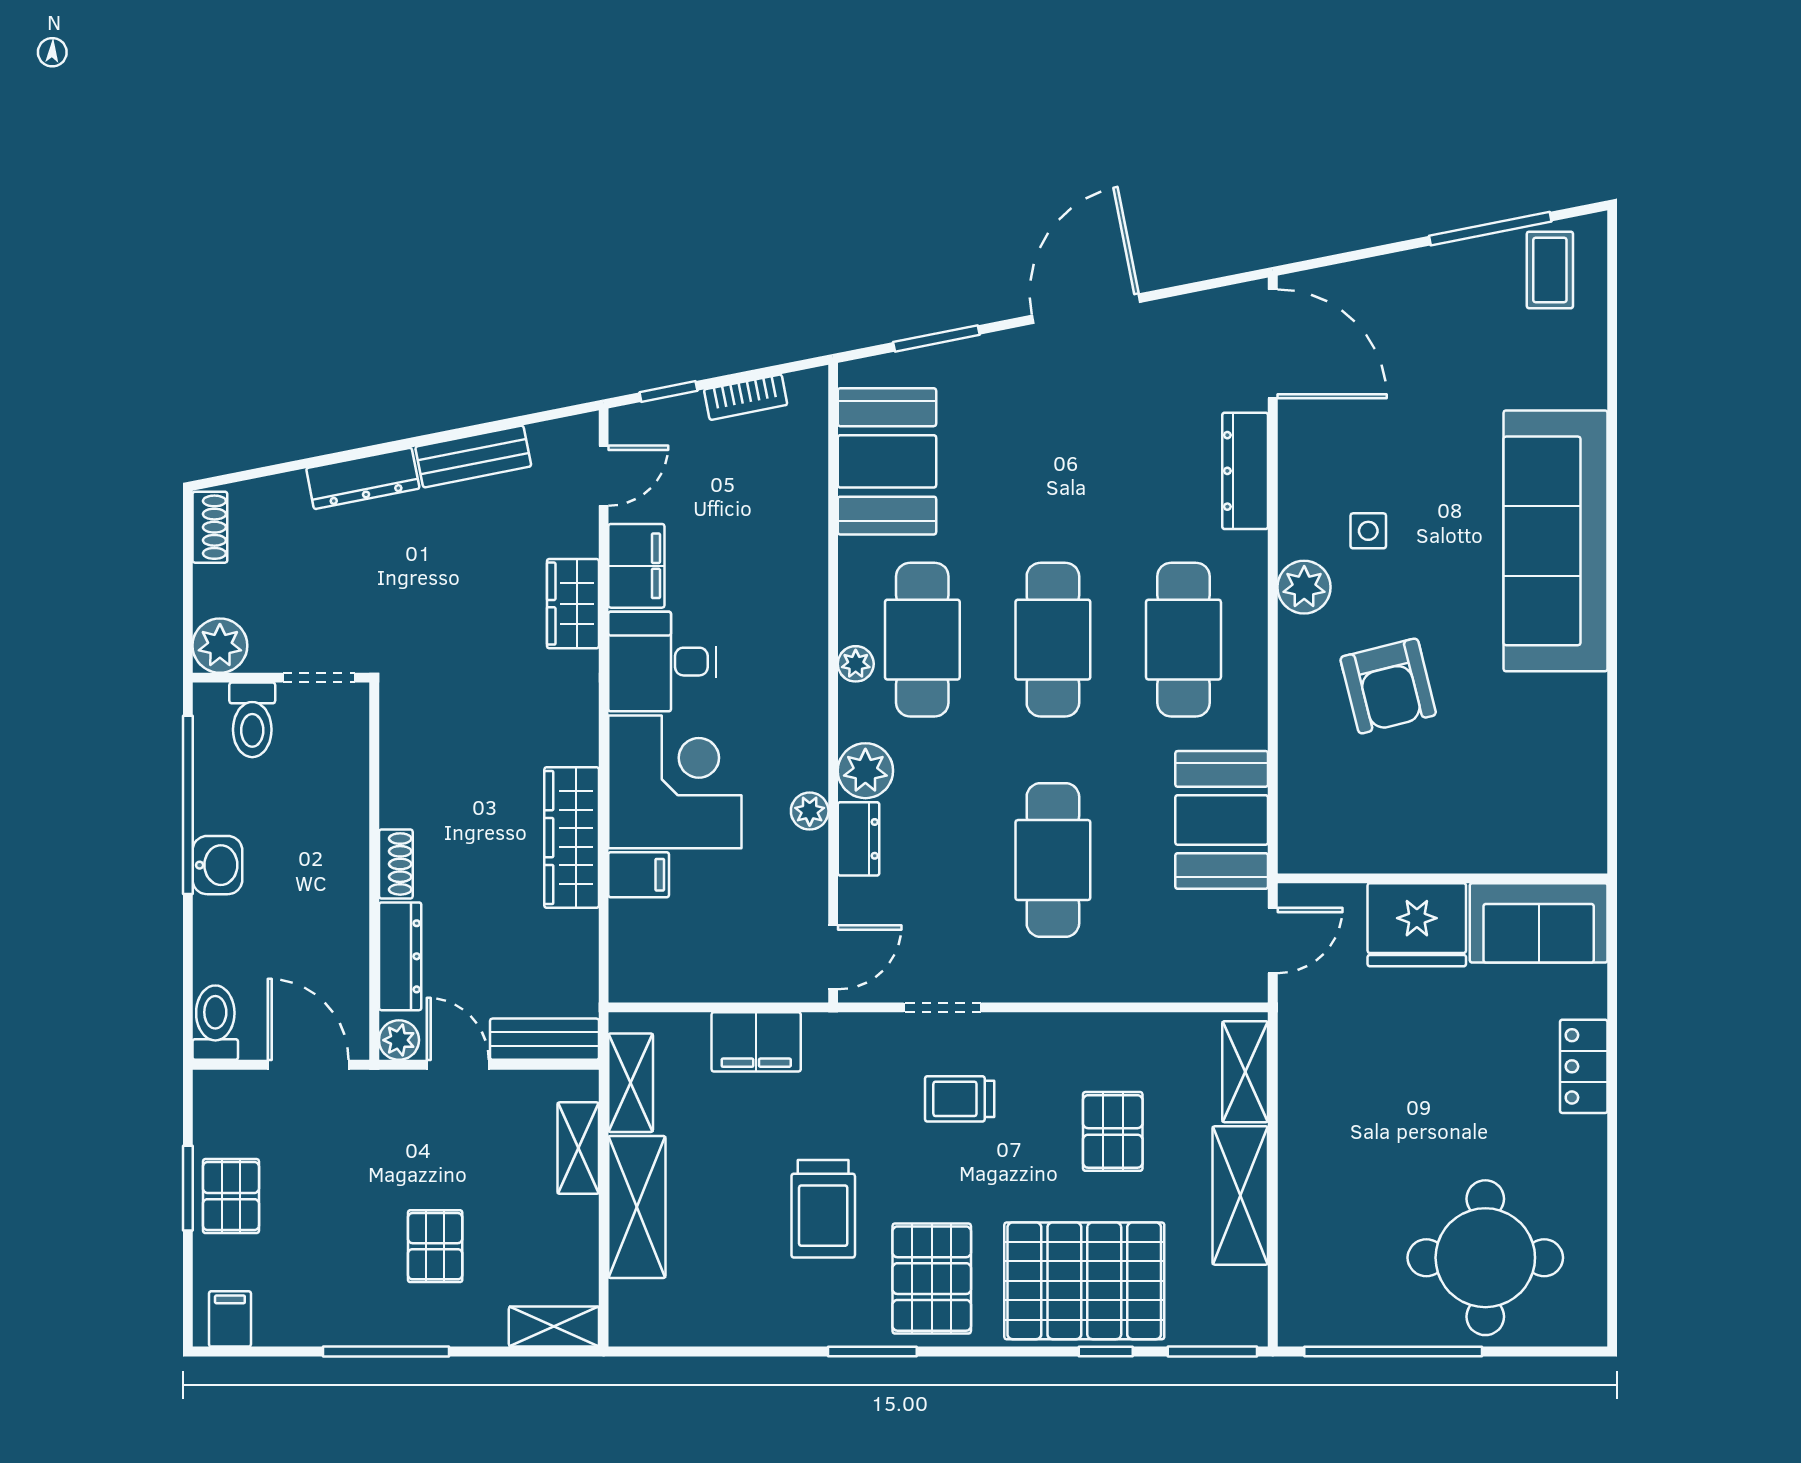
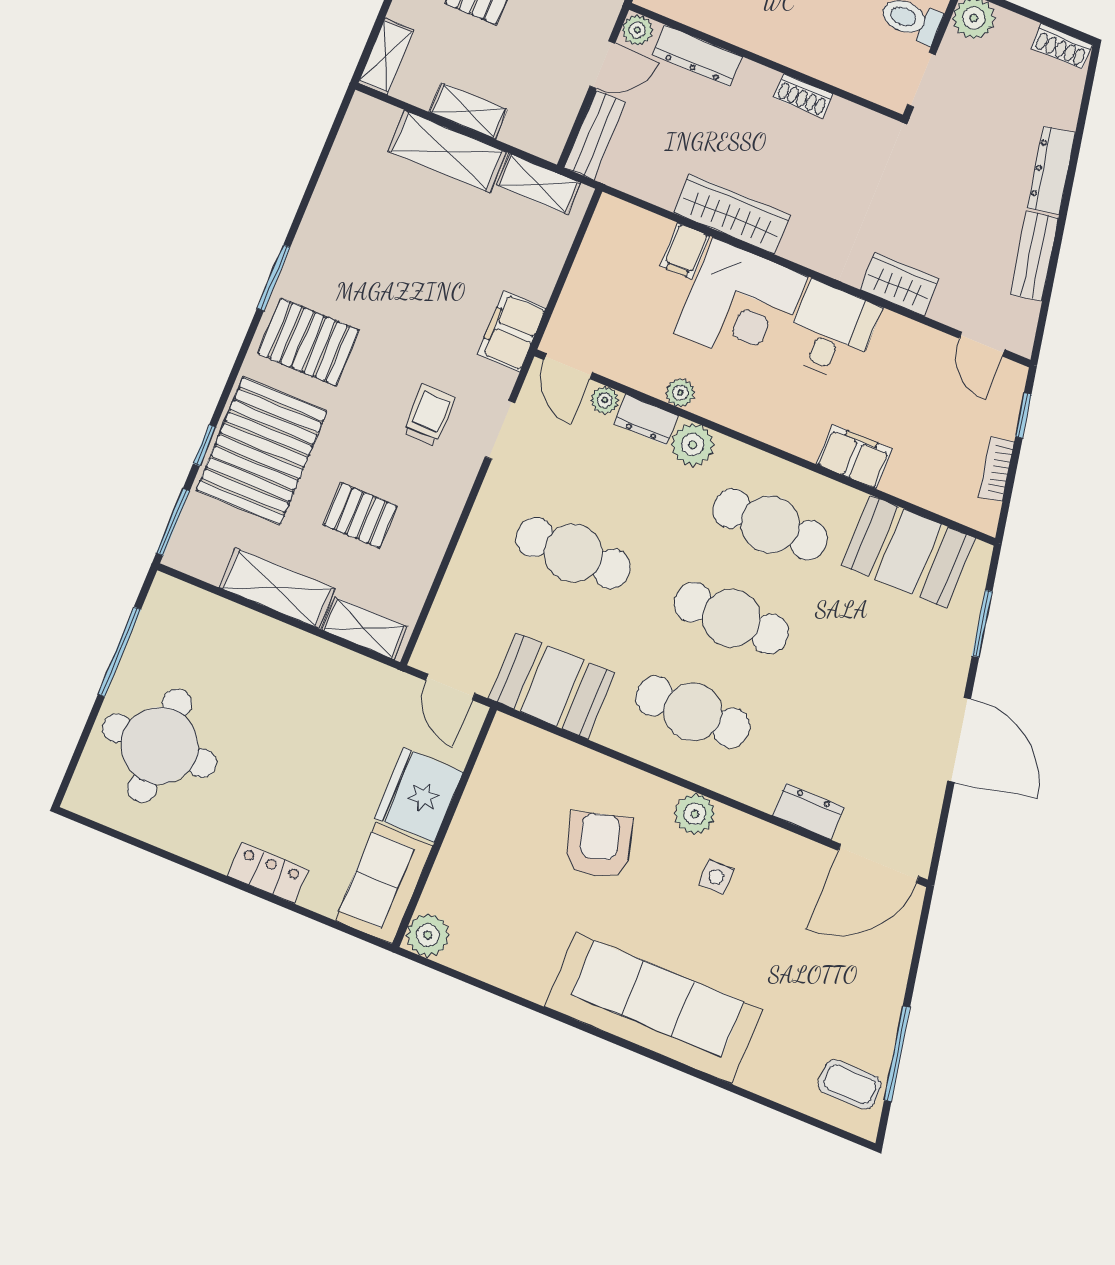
dresser: (1245, 471) -> (808, 811), width x0.70
filing cabinet: (636, 566) -> (854, 457), moved, turned 180
plant: (856, 664) -> (605, 400), moved
armchair: (1388, 686) -> (599, 845), turned 88
plant: (1579, 845) -> (428, 935), added
shoe rack: (396, 864) -> (803, 96), moved
filing cabinet: (756, 1042) -> (512, 331), moved
shelving: (578, 1148) -> (468, 111), moved
trolley: (823, 1209) -> (391, 285), removed
window: (1393, 1352) -> (119, 652), width x0.68

